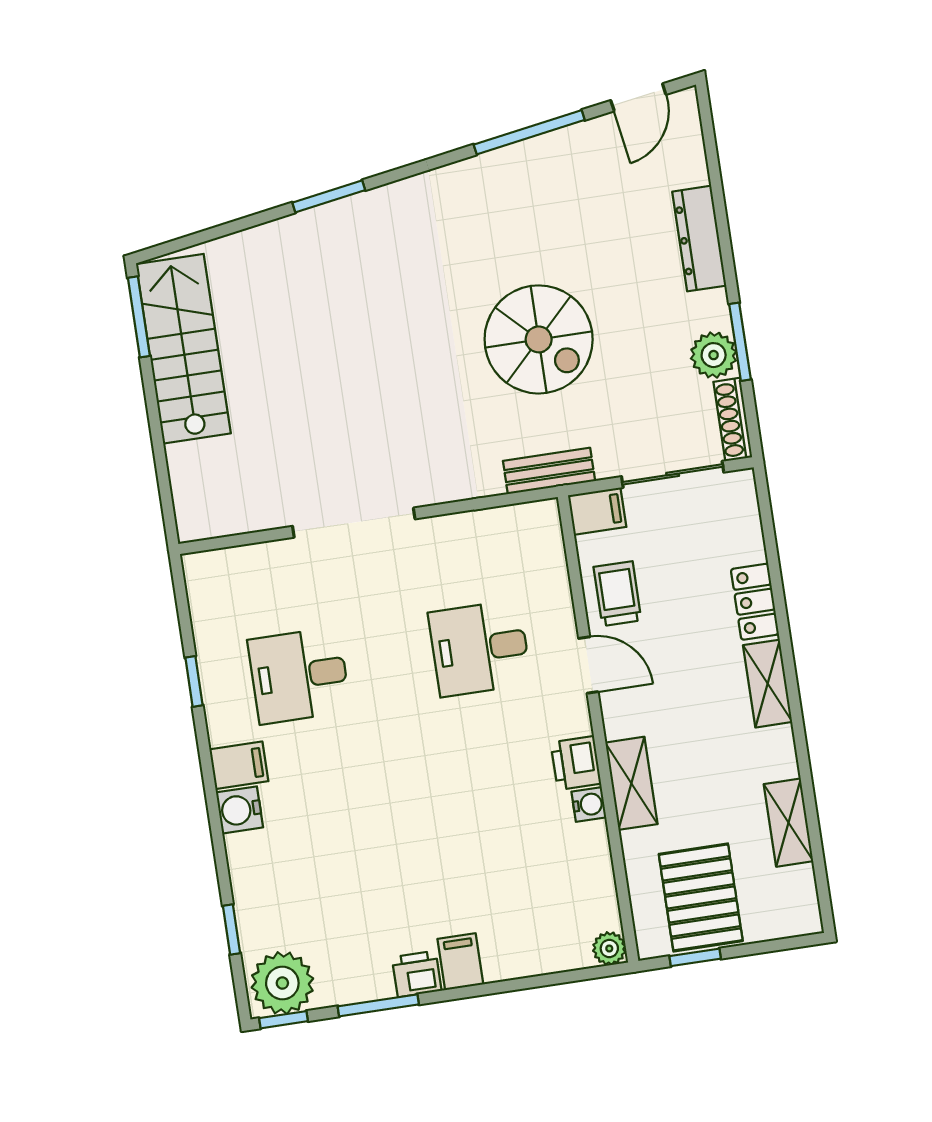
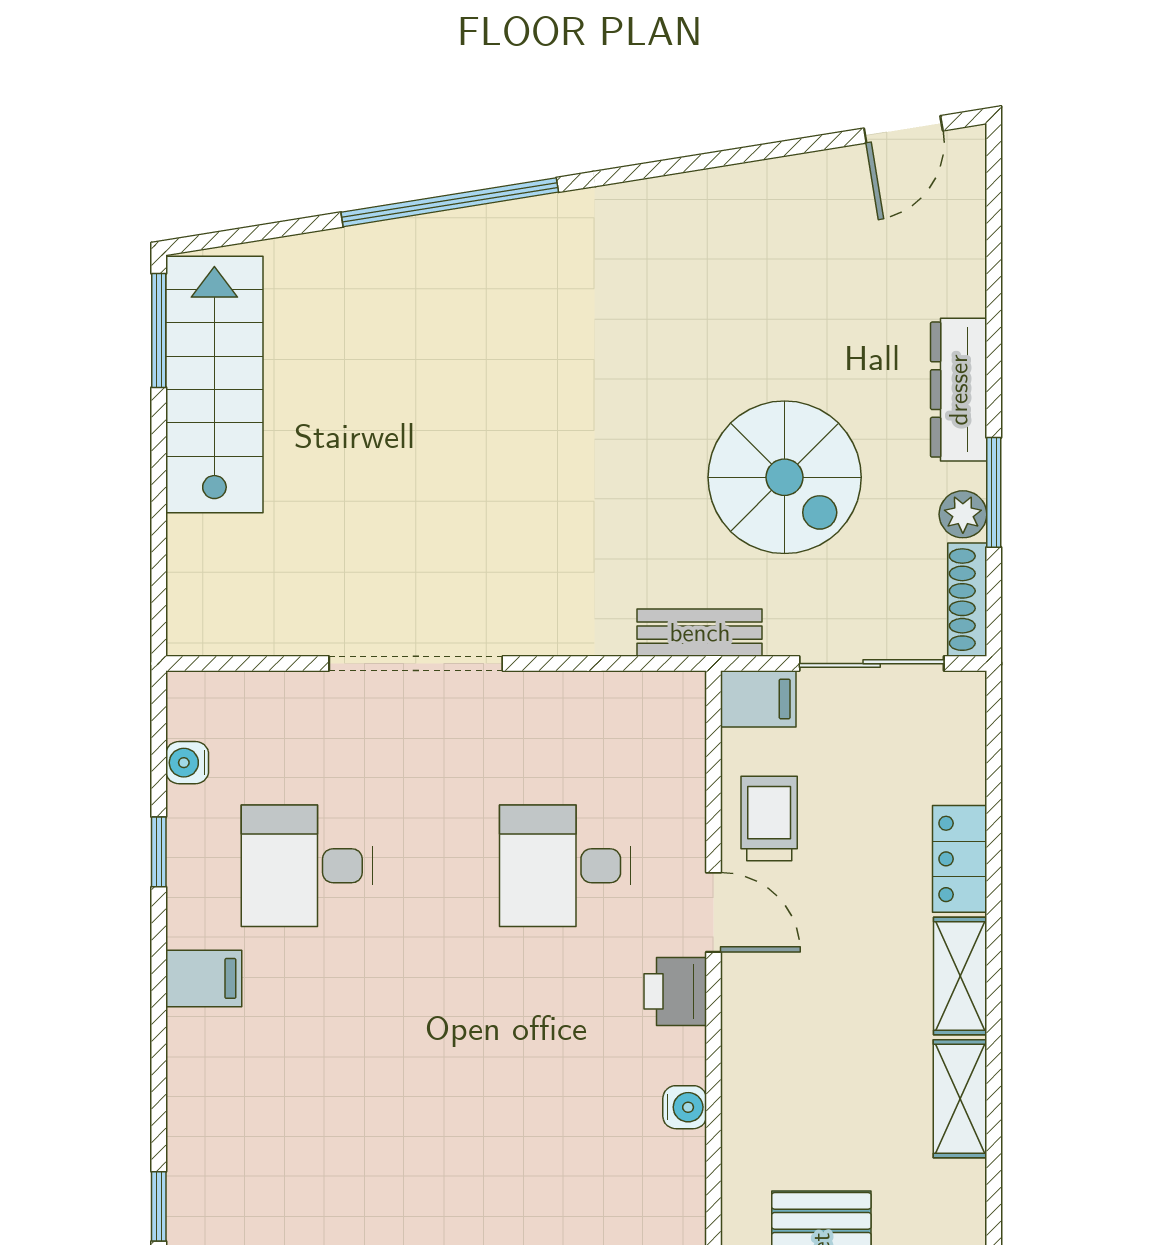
window: (529, 132) -> (743, 155), removed
window: (329, 196) -> (450, 202), width x2.11
dresser: (699, 239) -> (959, 390), moved
spiral stairs: (539, 339) -> (785, 477), moved
plant: (714, 355) -> (963, 514), width x0.73, depth x0.73
printer: (576, 763) -> (675, 991), moved
shelving: (631, 783) -> (749, 1087), removed
water cooler: (240, 810) -> (187, 763), moved, width x0.72, depth x0.72
shelving: (789, 823) -> (960, 1099), moved

